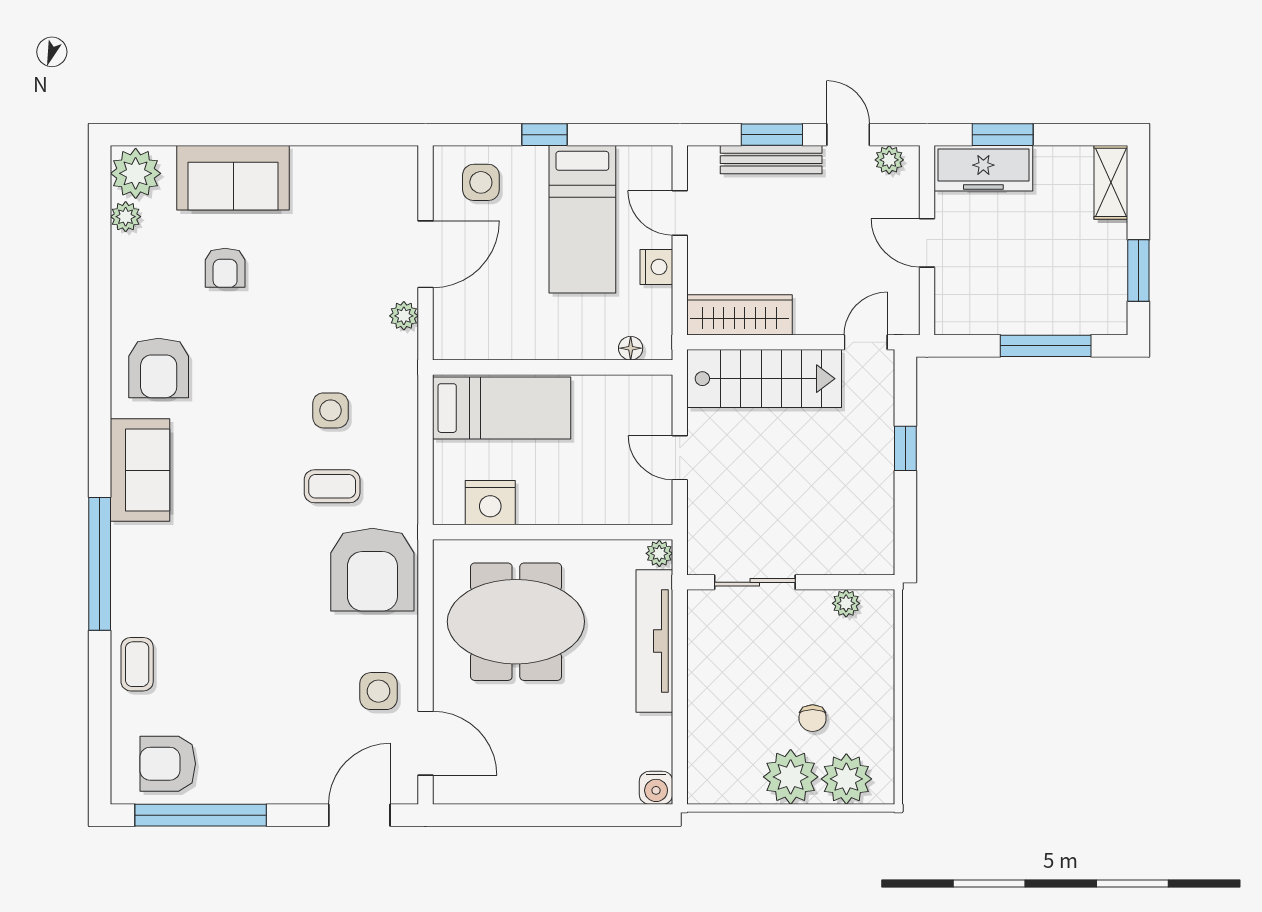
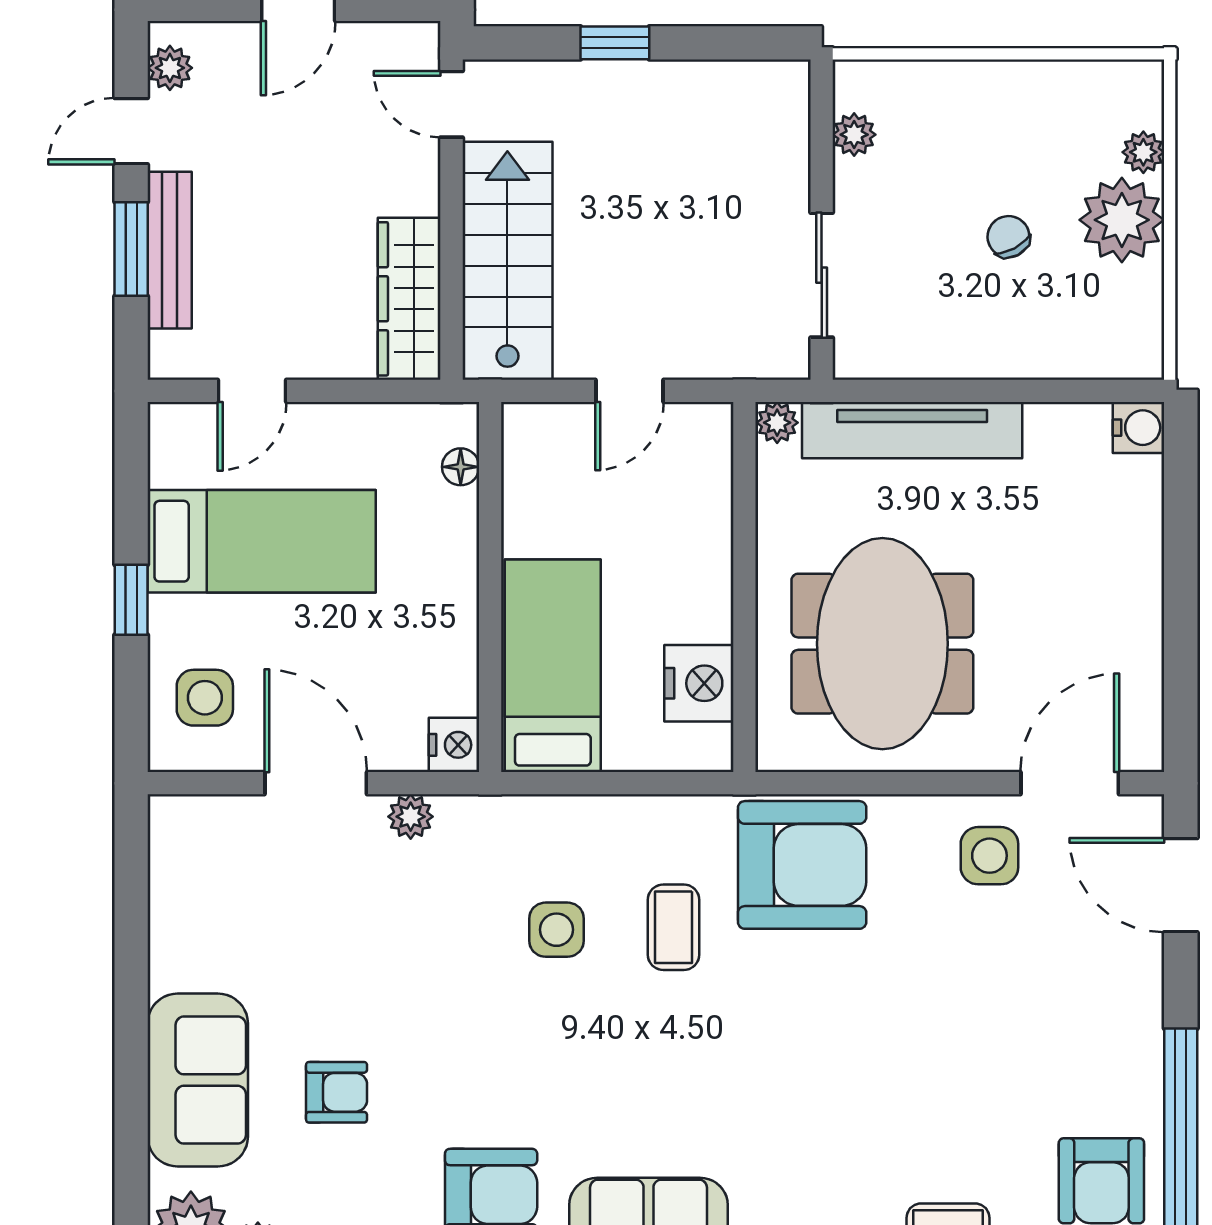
nightstand: (656, 267) -> (454, 745), moved, turned 90
chair: (813, 718) -> (1008, 237), moved, turned -118
plant: (846, 779) -> (1143, 152), width x0.53, depth x0.53

